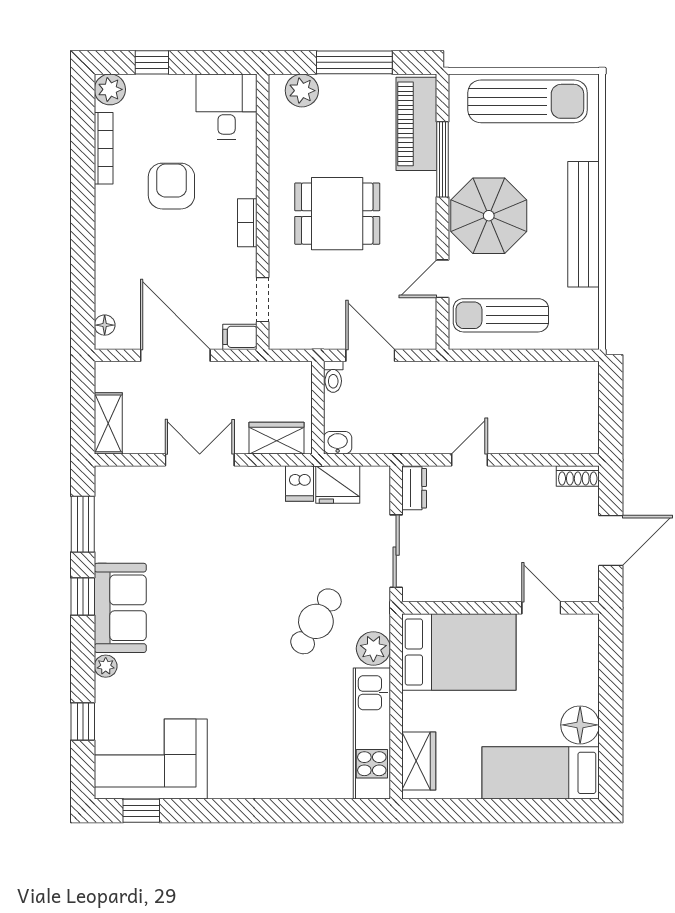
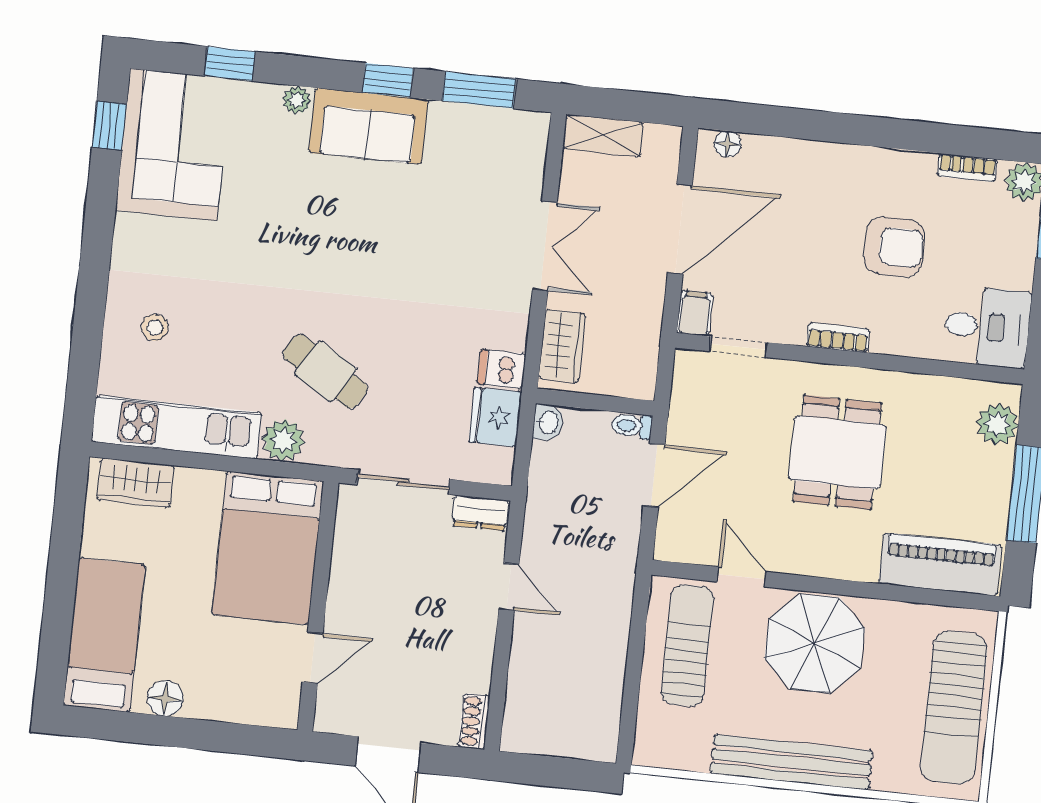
bookcase: (104, 148) -> (967, 168), width x0.64
window: (443, 159) -> (892, 593), removed
floor lamp: (580, 725) -> (165, 698), width x0.73, depth x0.73
stool: (296, 759) -> (155, 327), added

